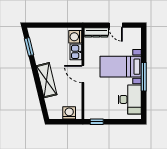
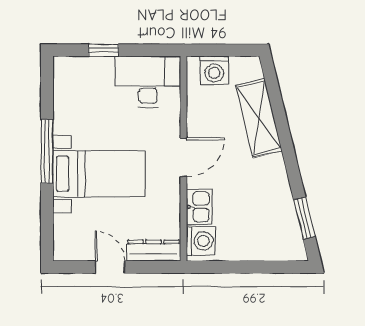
door: (83, 74) -> (183, 157), hinge flipped
shelving: (47, 80) -> (259, 118), moved
desk: (130, 99) -> (148, 82), moved, turned 90
window: (97, 122) -> (104, 50), moved

